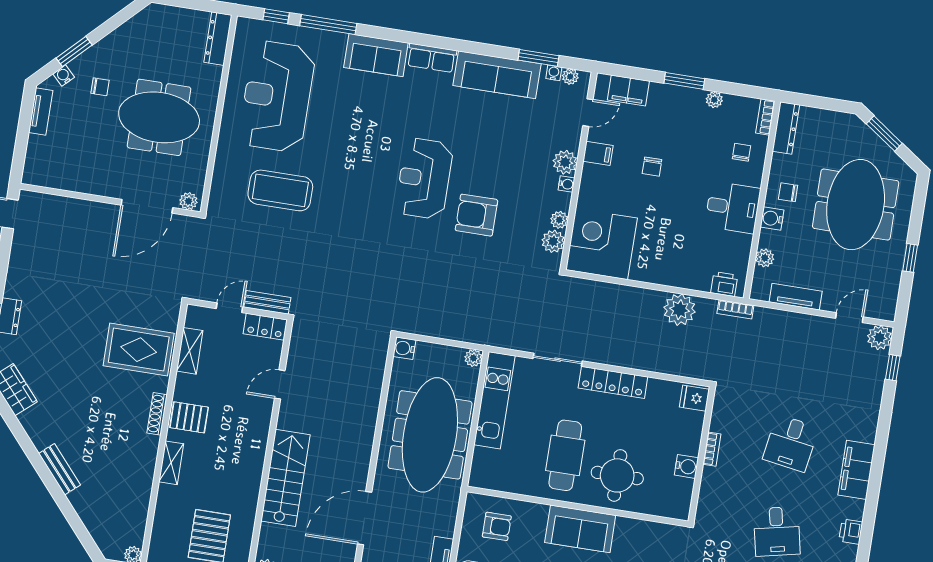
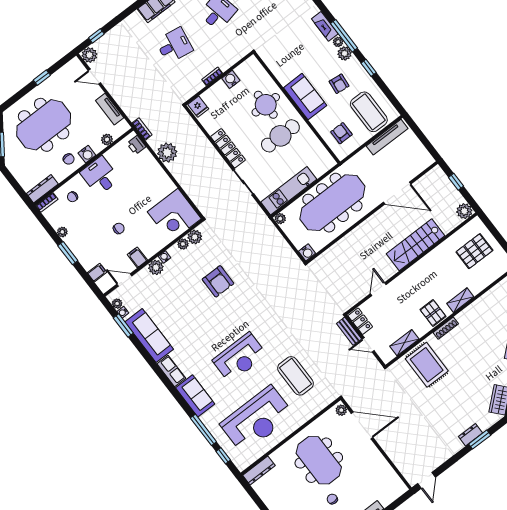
filing cabinet: (628, 91) -> (97, 273), width x0.50
reception desk: (424, 179) -> (240, 358), moved
door: (280, 384) -> (378, 289), swing flipped

